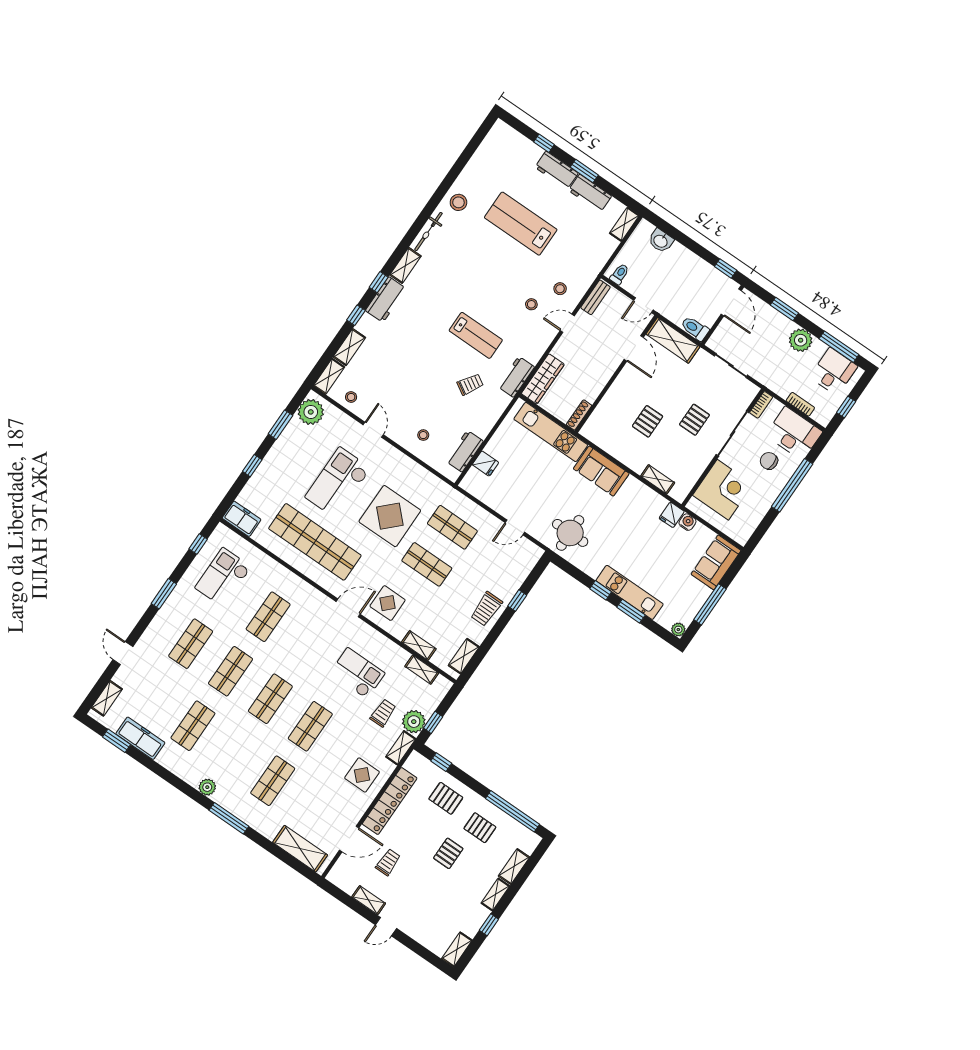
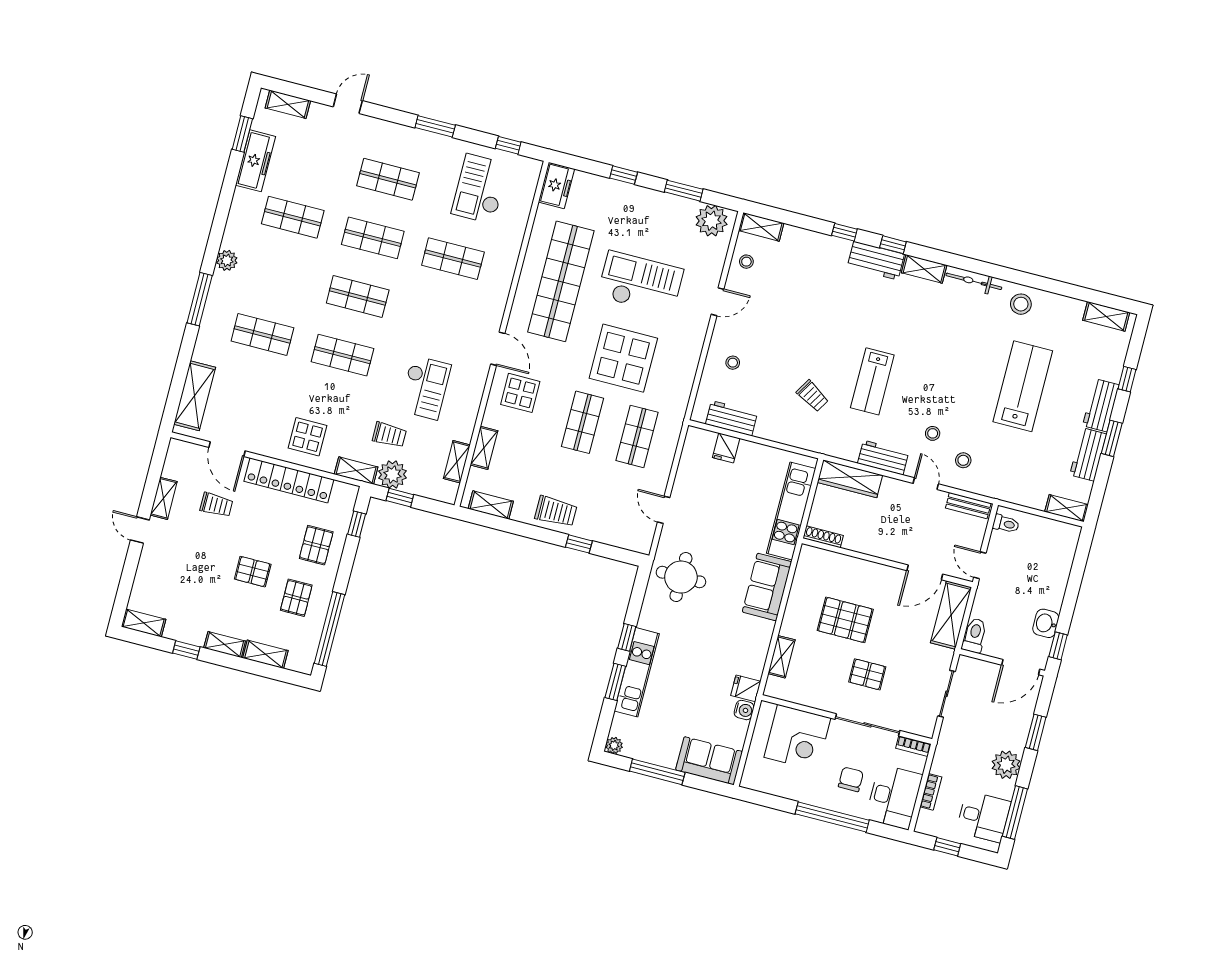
washbasin: (661, 241) -> (1046, 623), moved
shelving: (349, 347) -> (1106, 316), moved
workbench: (516, 377) -> (883, 458), moved
pallet: (648, 421) -> (845, 620), width x1.50, depth x1.42
checkout: (223, 577) -> (480, 189), turned -90
trolley: (486, 609) -> (556, 511), turned 180

